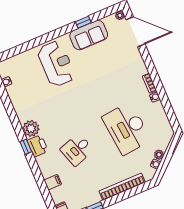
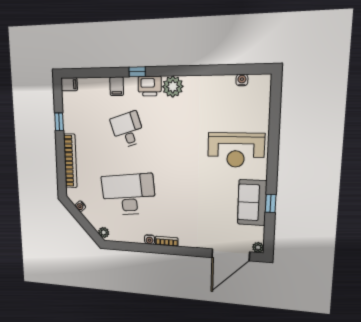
window: (26, 147) -> (137, 72), moved
plant: (159, 155) -> (104, 232), moved
filing cabinet: (53, 182) -> (117, 86), moved

